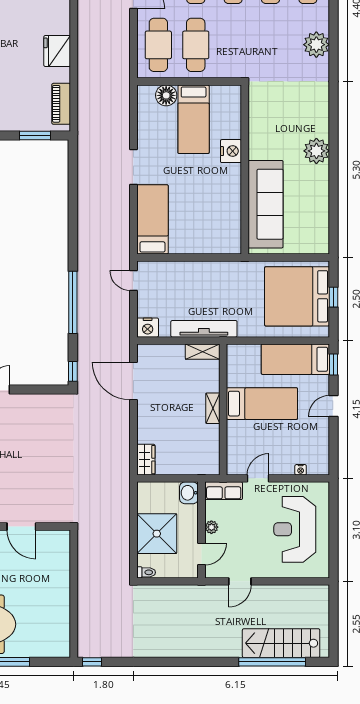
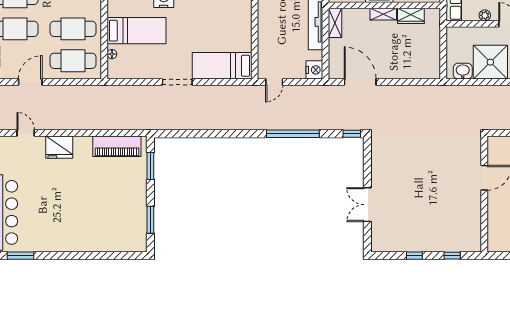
fridge: (57, 51) -> (59, 147), moved
floor lamp: (166, 95) -> (112, 54), width x0.53, depth x0.53
piano: (61, 104) -> (117, 146), width x1.37, depth x1.33
door: (133, 381) -> (360, 82), swing flipped
wardrobe: (146, 460) -> (411, 16), moved, turned 180
washbasin: (189, 493) -> (463, 71), moved, turned 180

